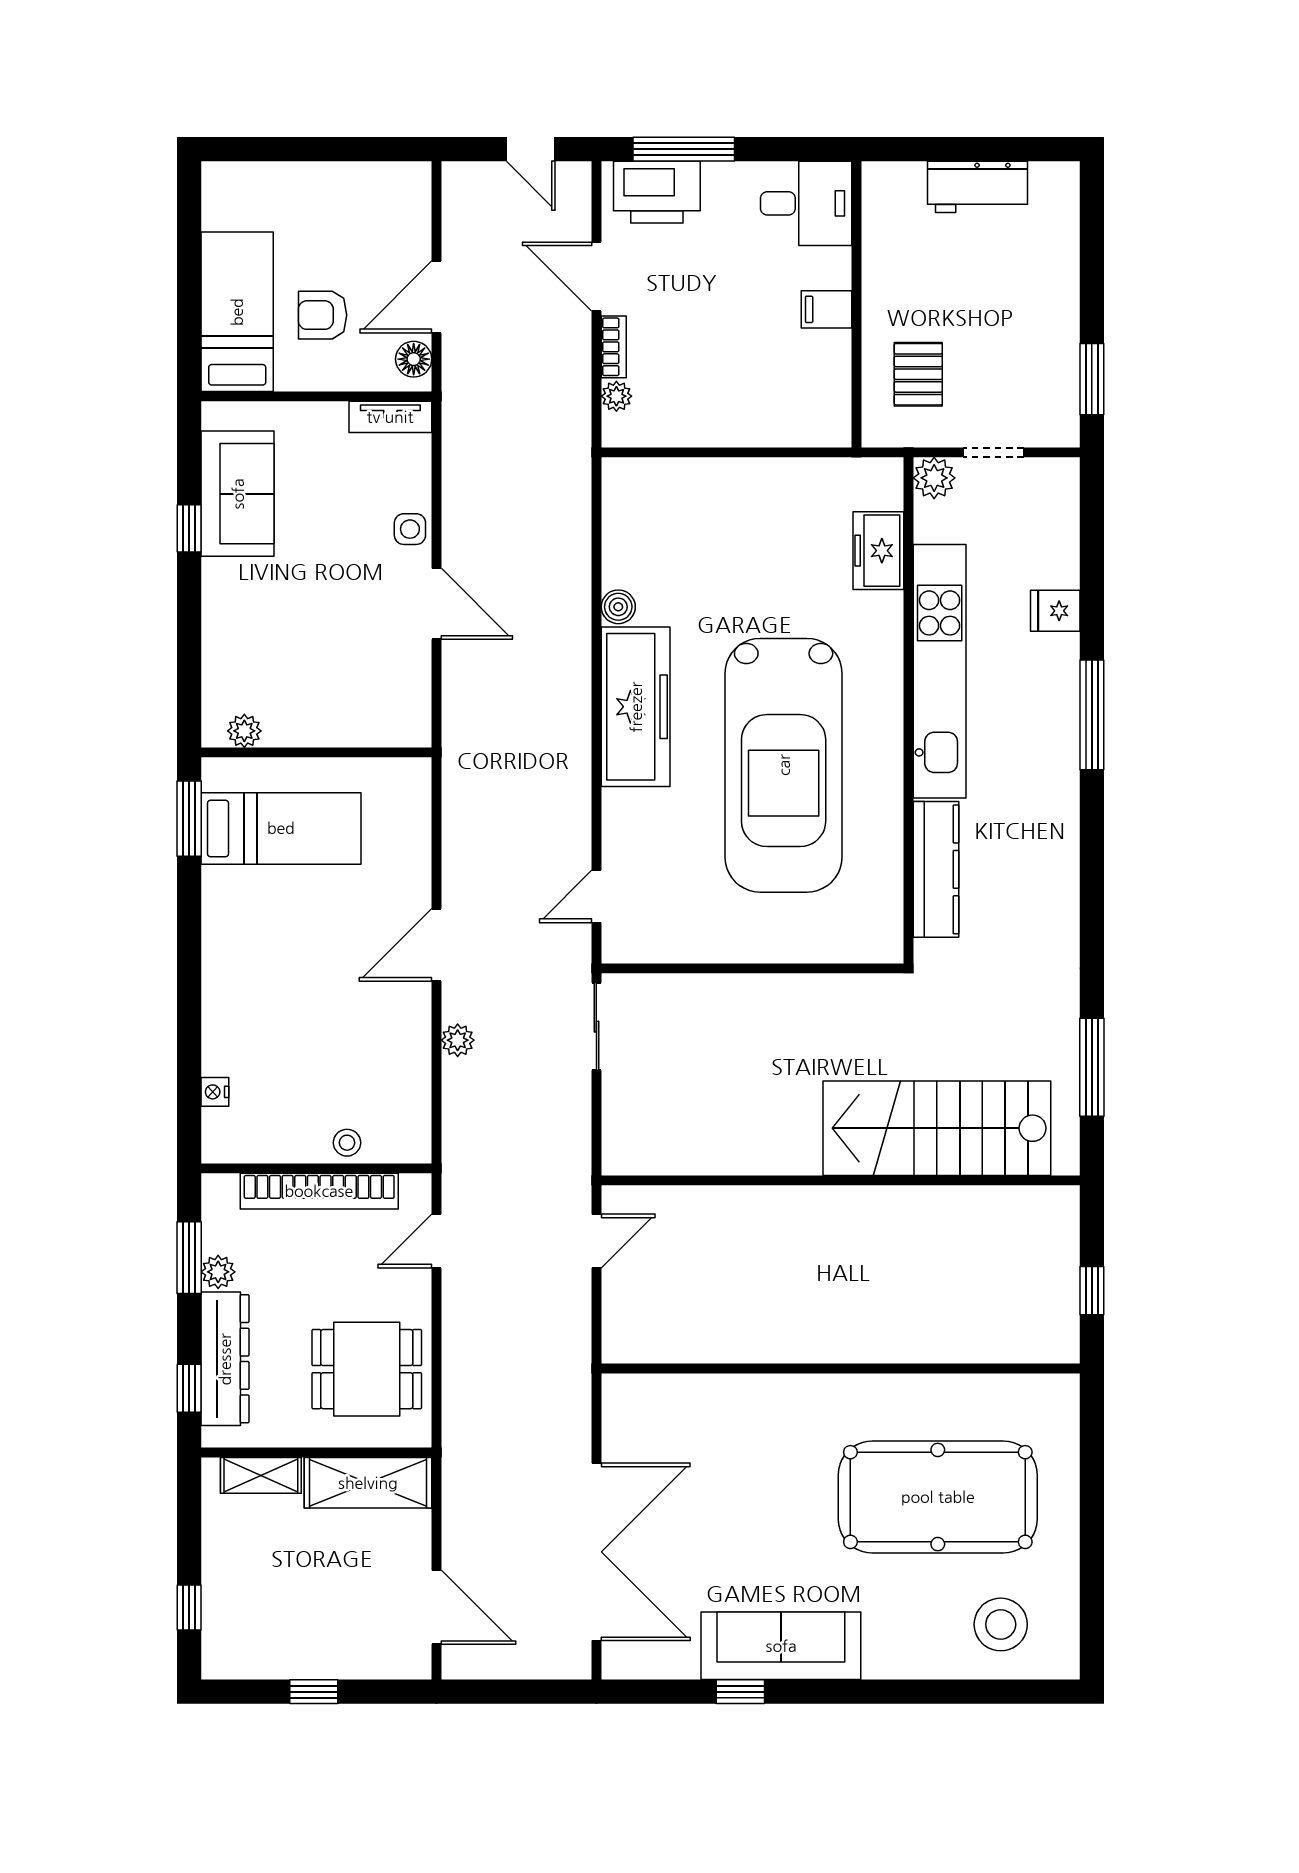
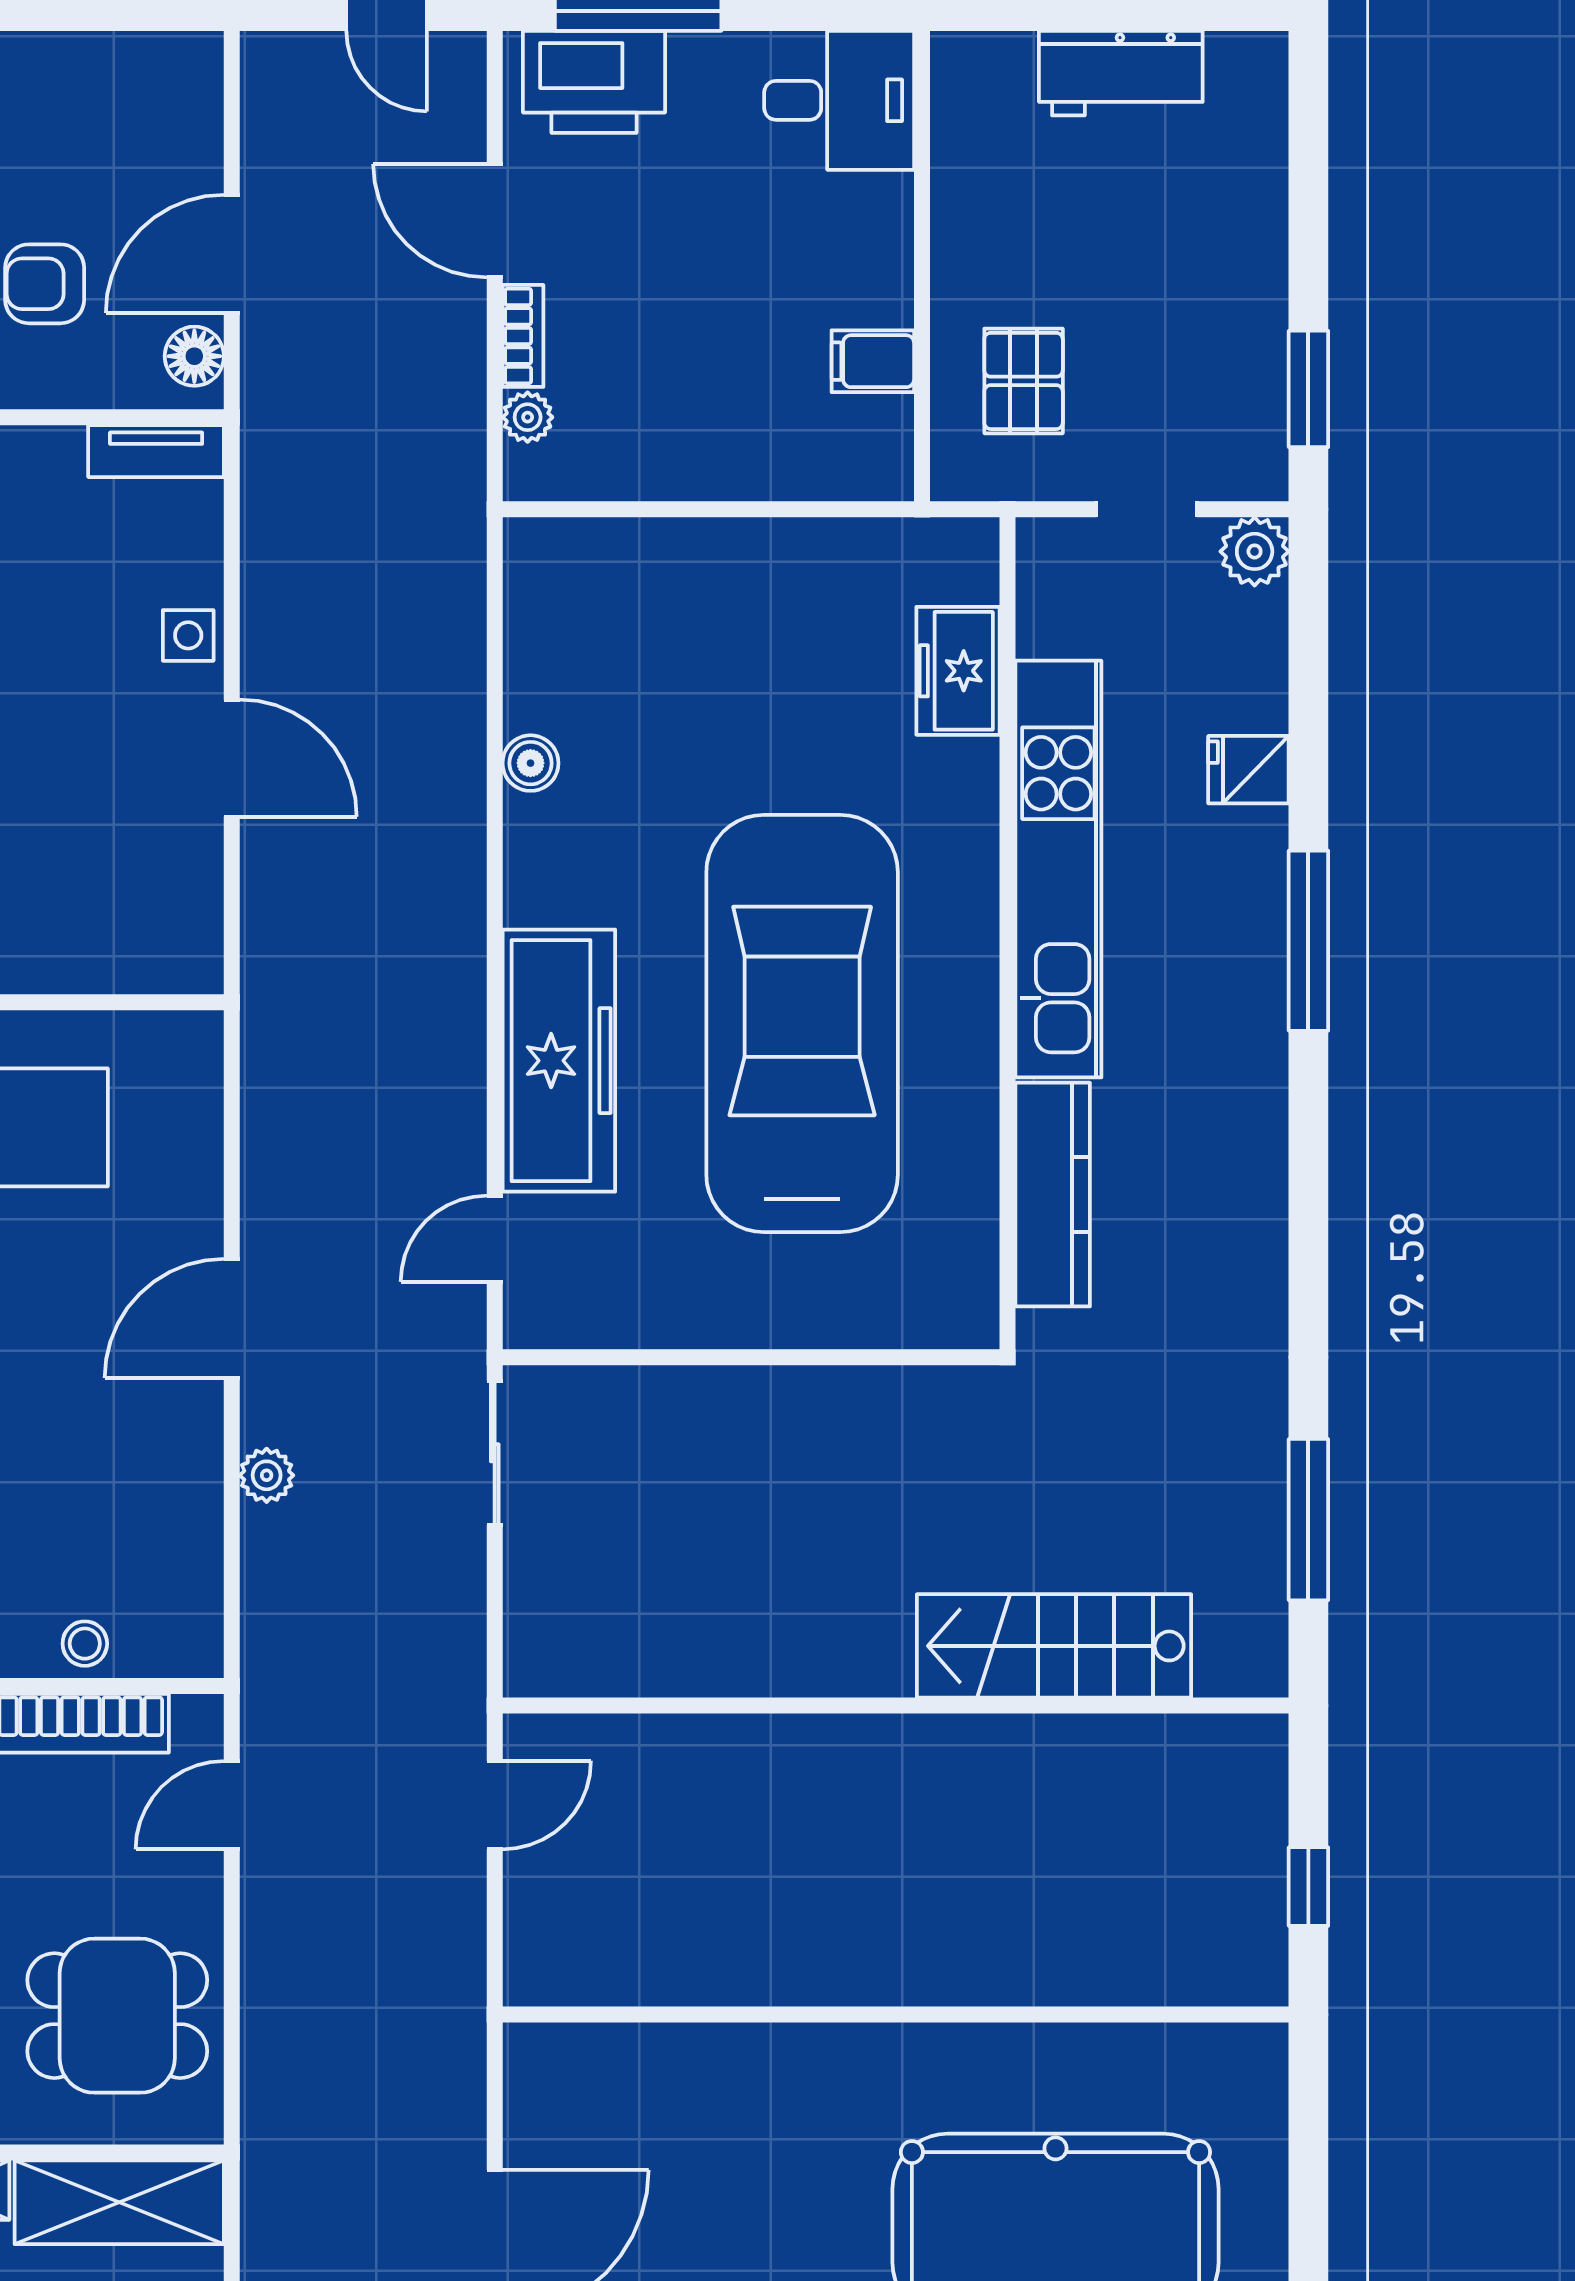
filing cabinet: (827, 309) -> (873, 361), moved
plant: (934, 478) -> (1255, 551), moved
freezer: (636, 707) -> (559, 1061), moved
car: (784, 765) -> (802, 1024), turned 180
stairs: (937, 1128) -> (1054, 1646), width x0.73, depth x0.66

